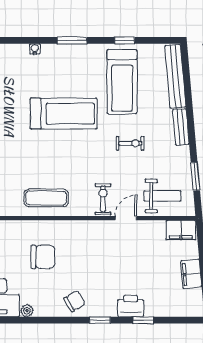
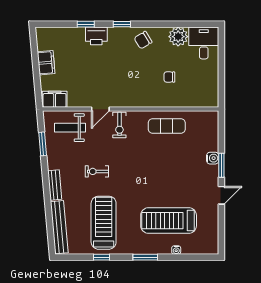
treadmill: (64, 114) -> (169, 221), moved
chair: (43, 257) -> (169, 77), width x0.54, depth x0.54
plant: (27, 311) -> (178, 37), width x1.87, depth x1.87

